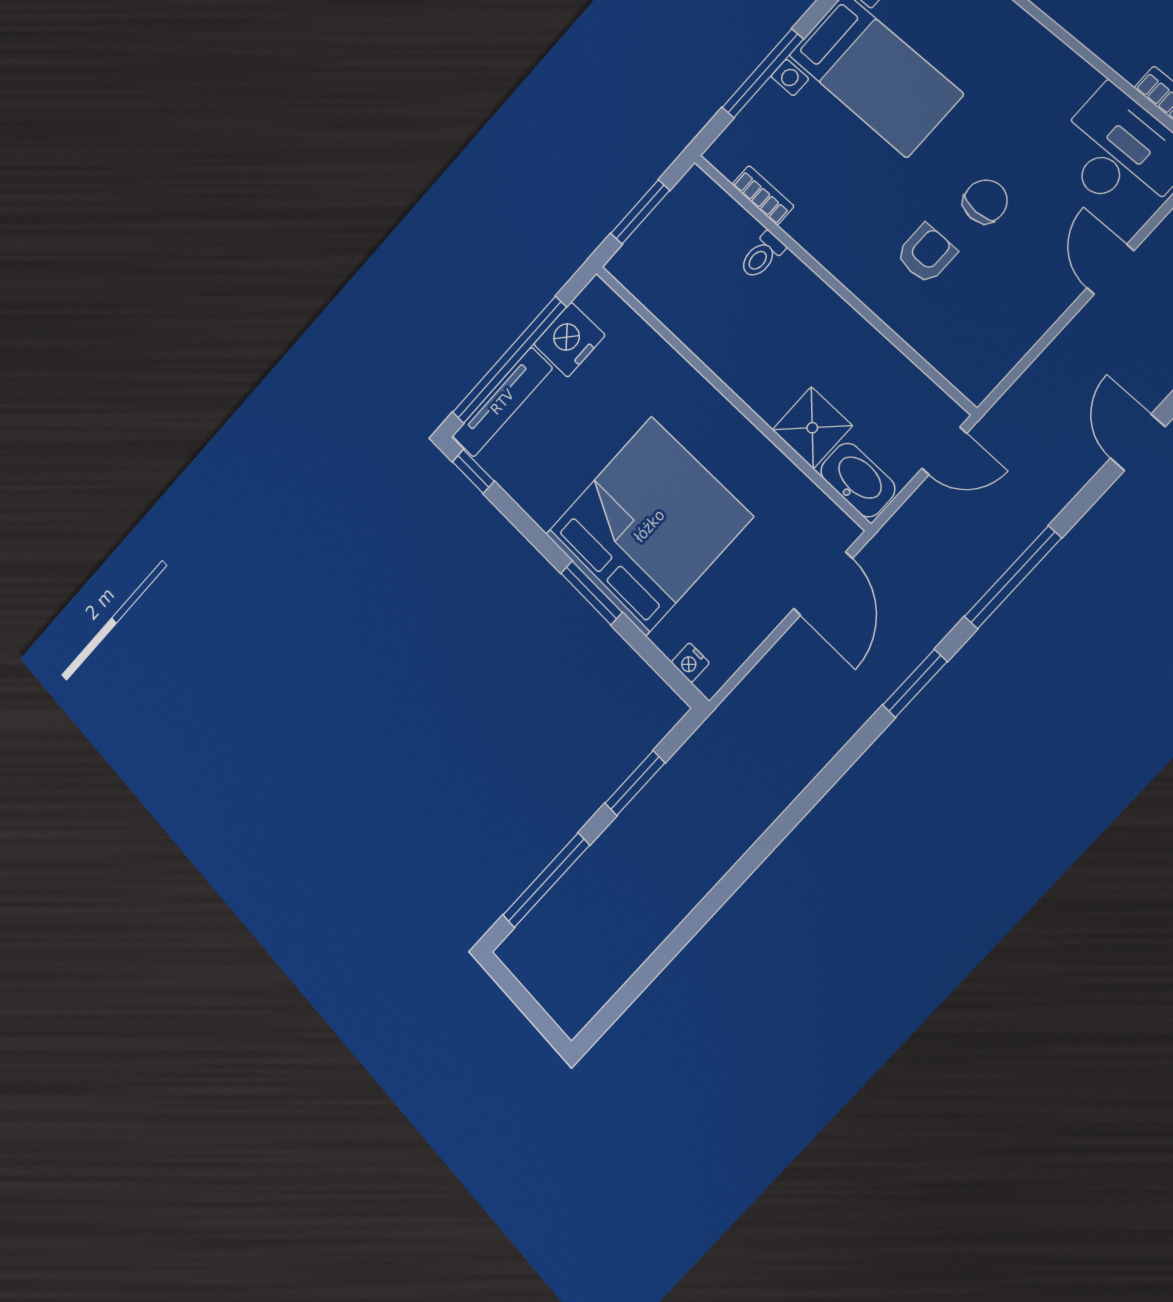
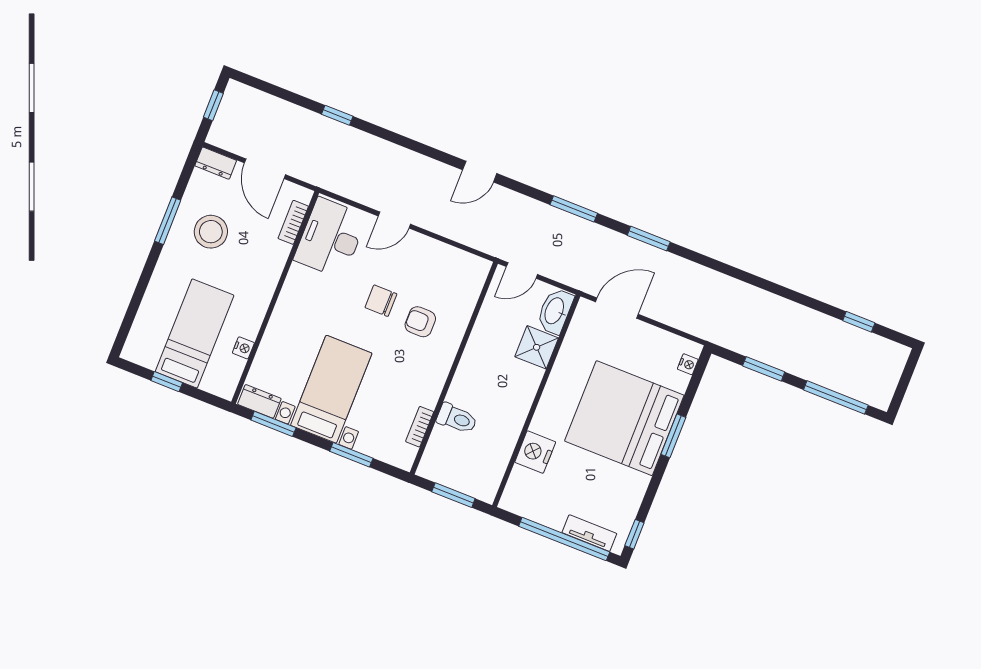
window: (763, 73) -> (351, 455), width x0.69
toilet: (762, 255) -> (457, 418), width x1.37, depth x1.39
nightstand: (569, 340) -> (535, 452), moved, turned 90
tv unit: (502, 402) -> (589, 533), width x0.71
door: (944, 451) -> (522, 271), swing flipped
window: (1013, 577) -> (574, 209), width x0.69
window: (646, 974) -> (859, 322), added

